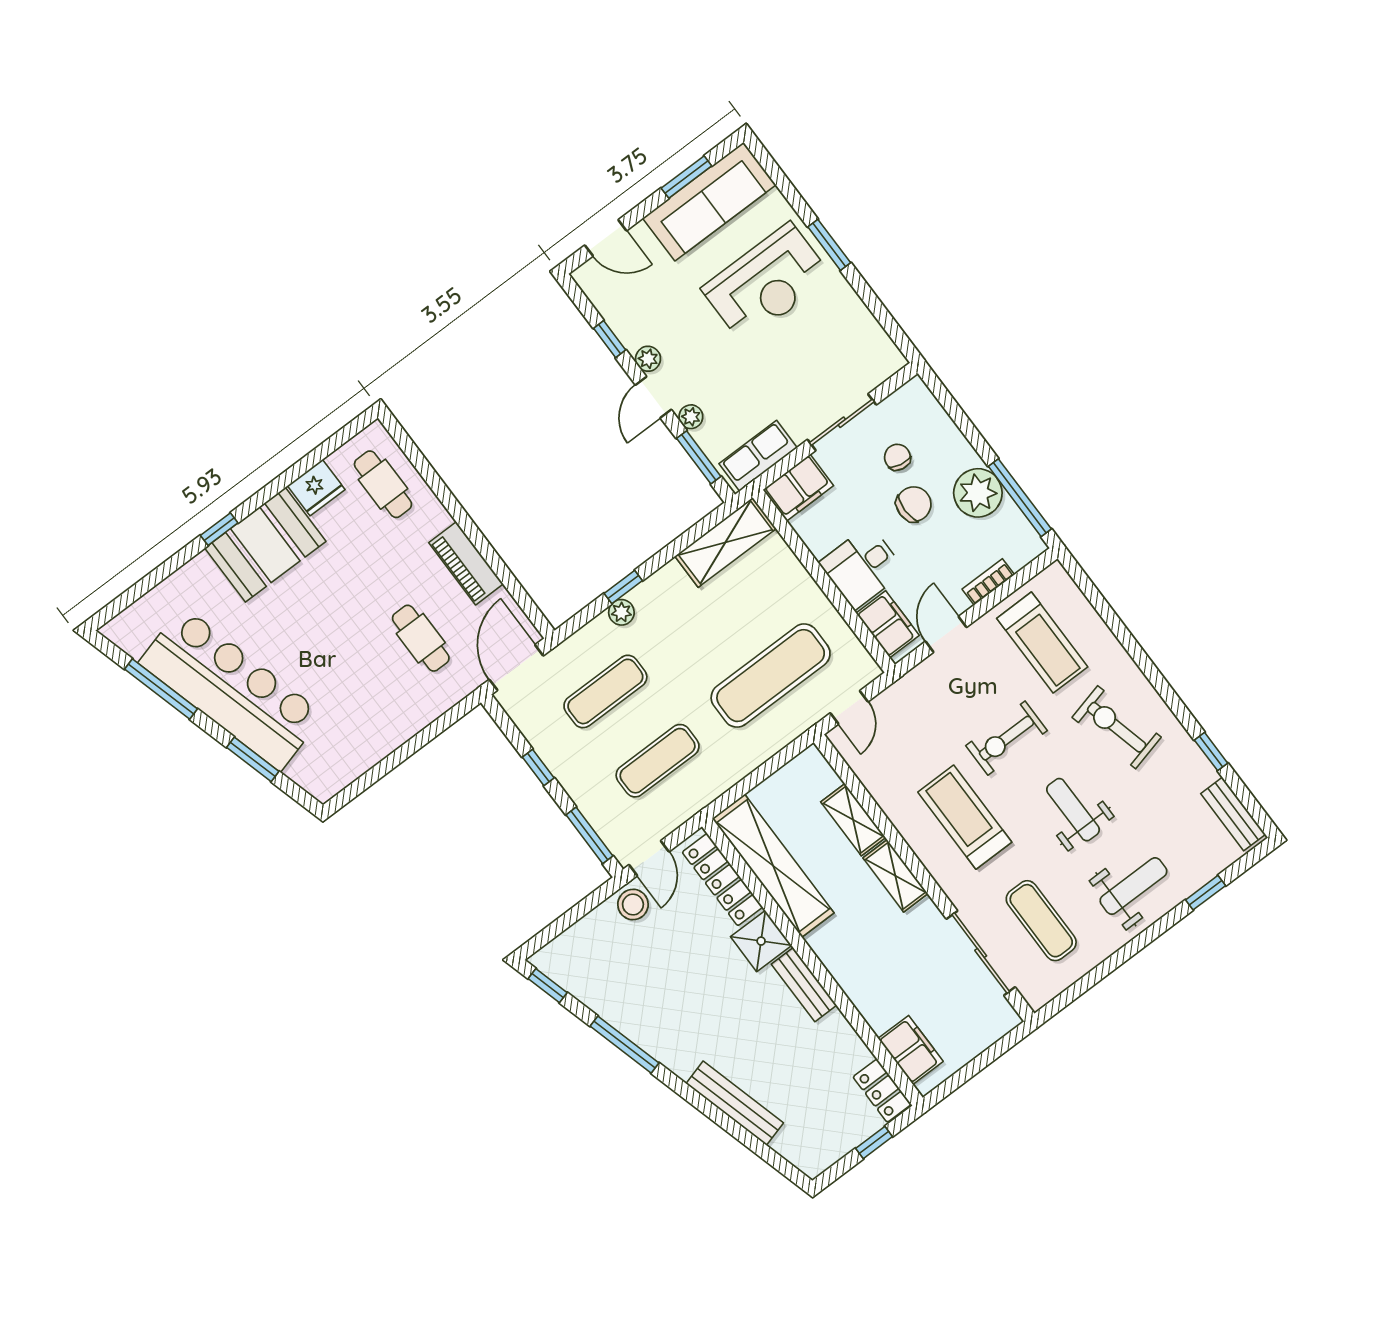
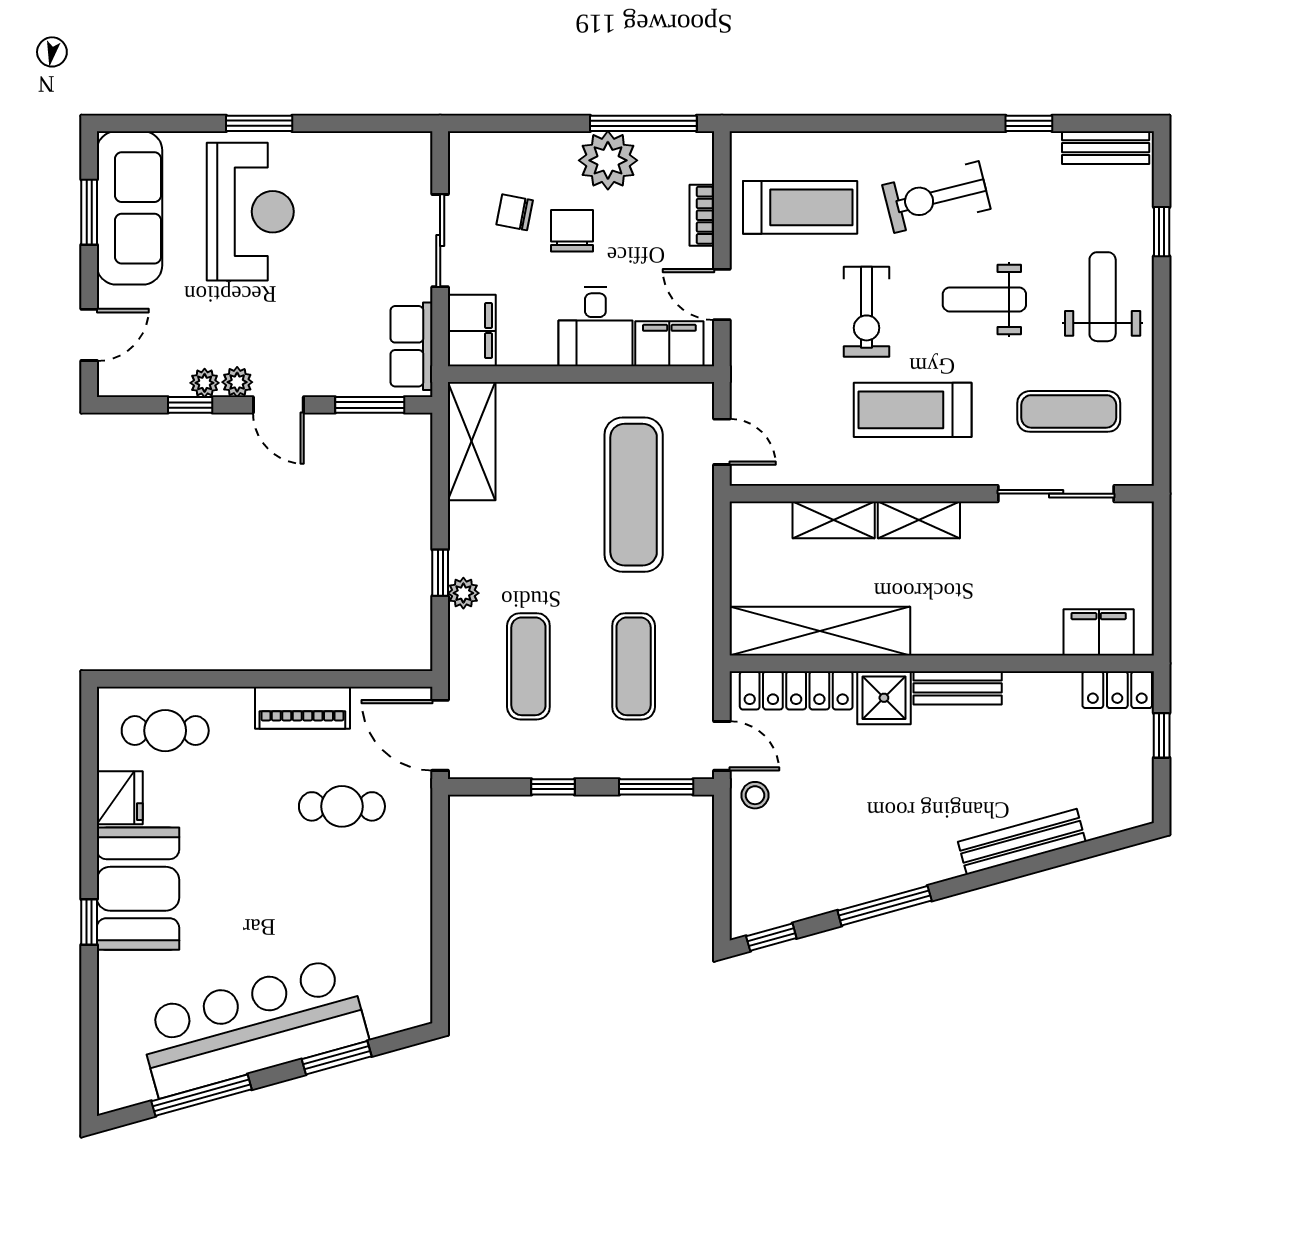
plant: (691, 417) -> (205, 383), moved
stool: (633, 904) -> (755, 795), width x0.73, depth x0.73

